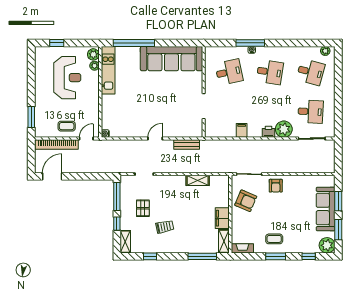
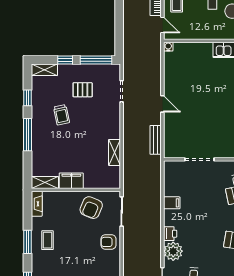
window: (202, 256) -> (27, 135), moved

